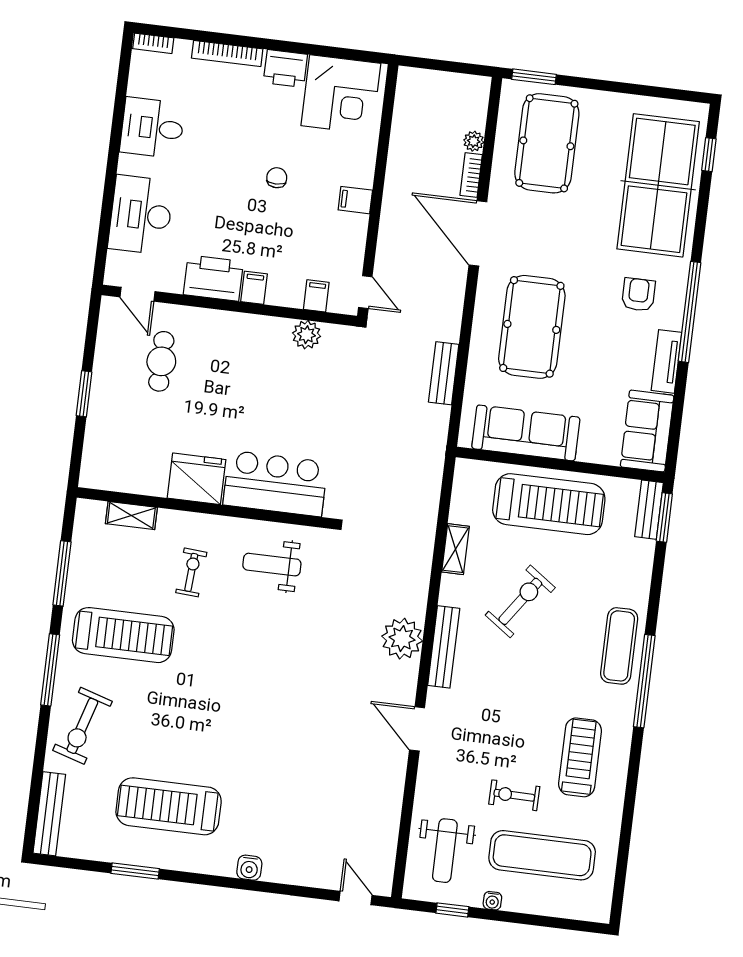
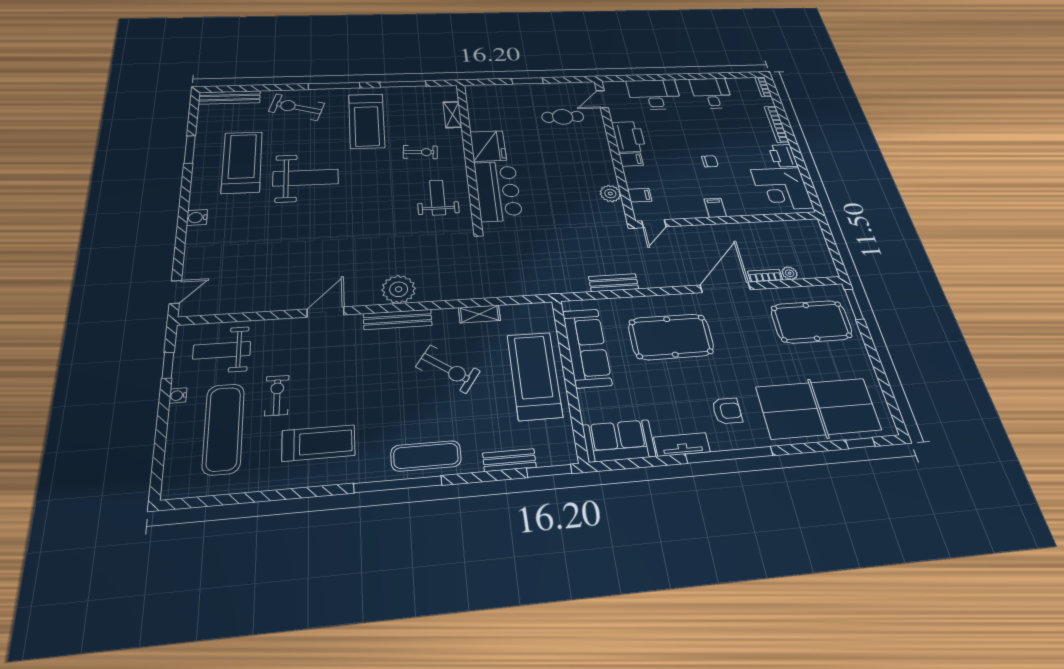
treadmill: (549, 504) -> (535, 375), turned 180
bench: (649, 510) -> (509, 460), moved
weight bench: (209, 728) -> (306, 178), added

